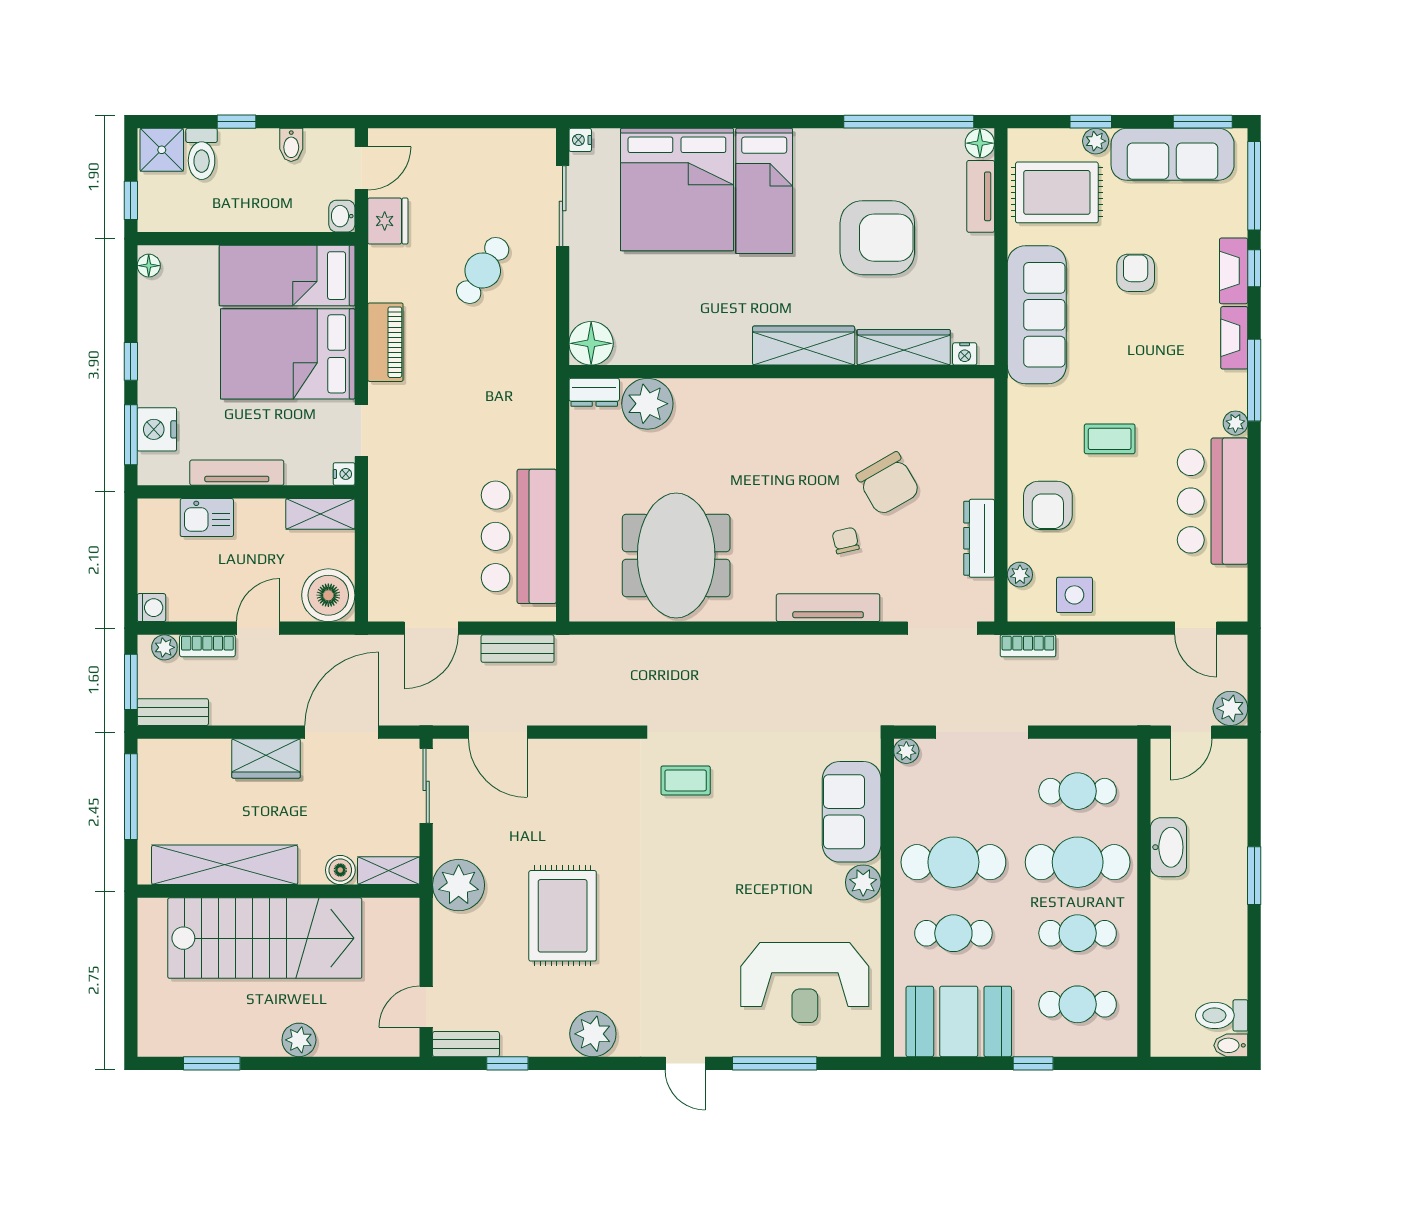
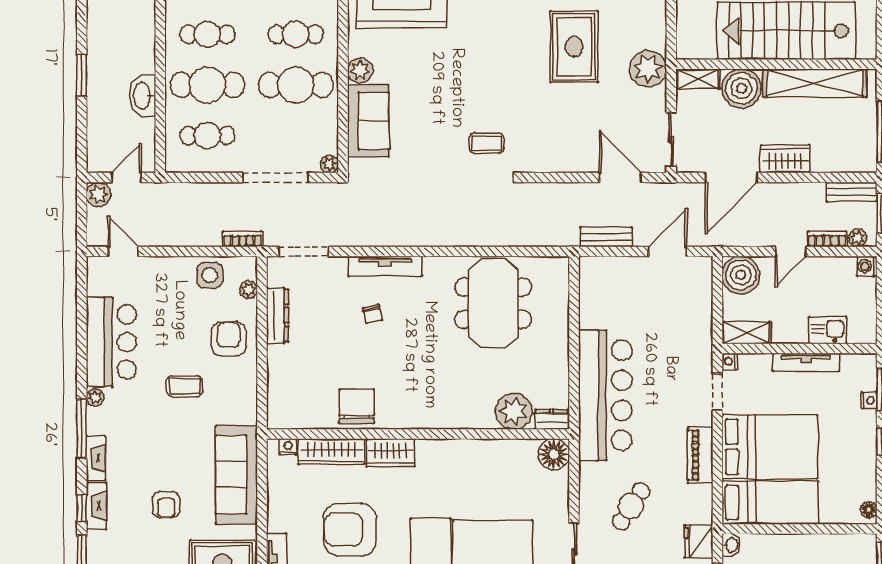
wardrobe: (804, 346) -> (390, 453), width x0.67
nightstand: (157, 429) -> (869, 400), width x0.53, depth x0.56
chair: (888, 484) -> (357, 406), moved, turned 30
bar counter: (519, 536) -> (605, 395), moved, width x1.36
boiler: (340, 870) -> (741, 88), width x1.86, depth x1.86

